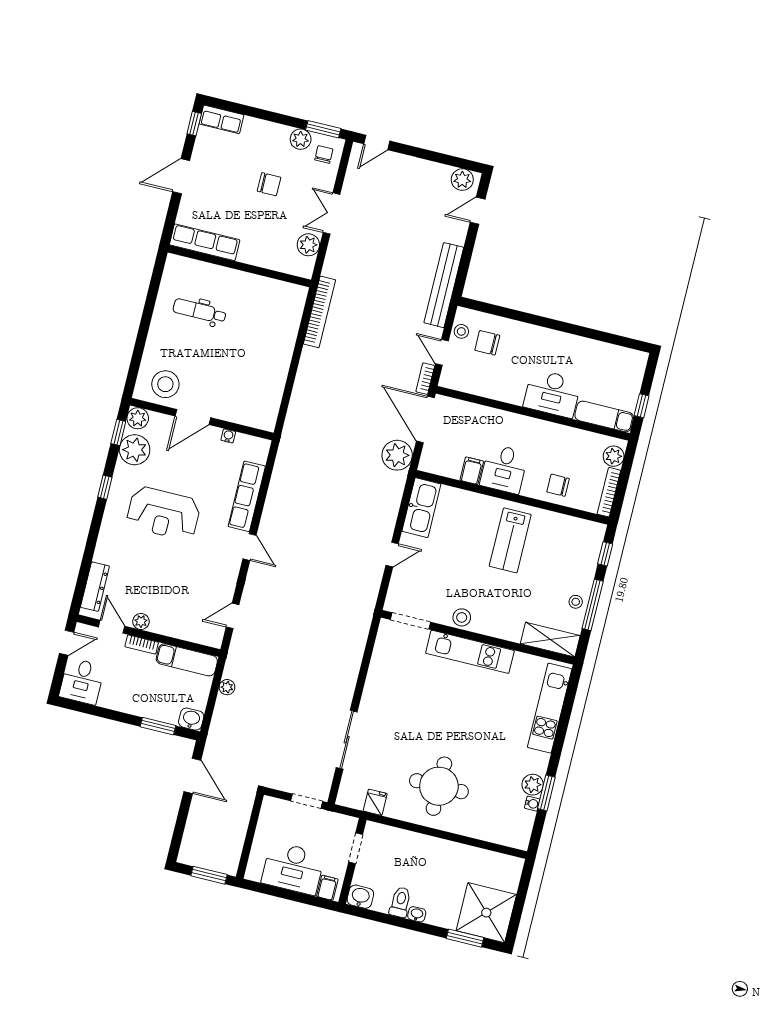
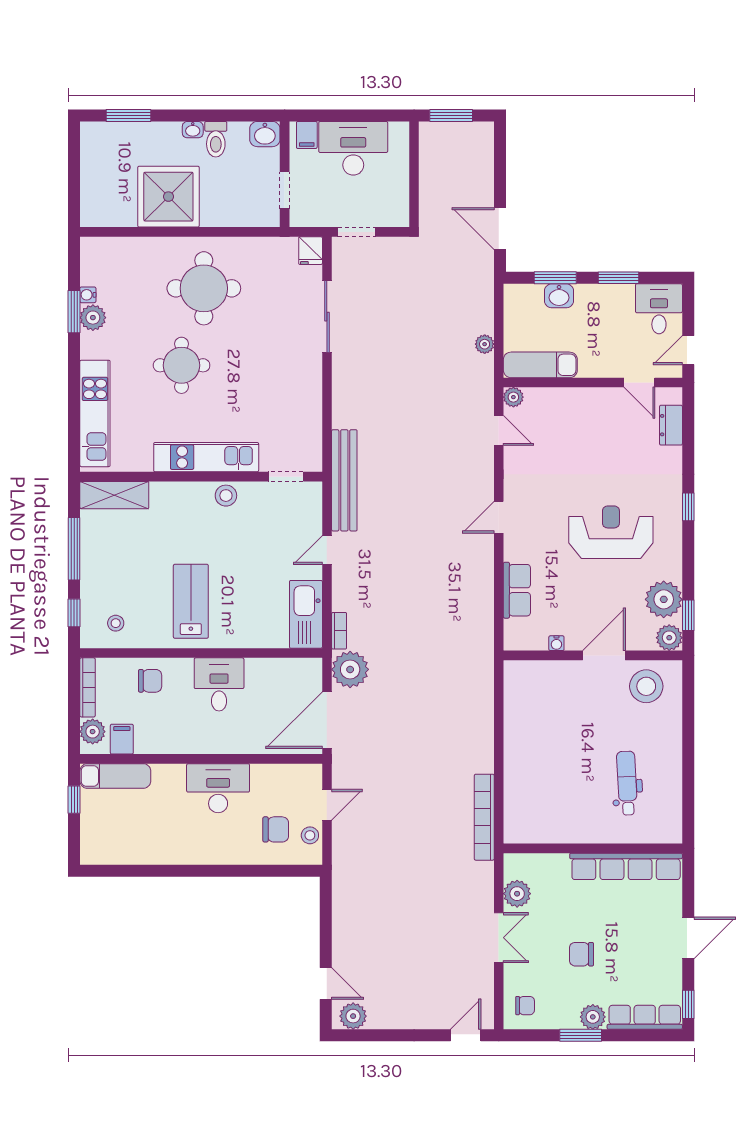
row of seats: (221, 119) -> (645, 1017), width x1.48
window: (323, 129) -> (581, 1035), moved
plant: (301, 139) -> (593, 1017), moved
chair: (324, 154) -> (525, 1006), turned -90
door: (478, 211) -> (326, 983), hinge flipped
row of seats: (205, 242) -> (626, 866), width x1.36
bench: (444, 285) -> (344, 480), moved
dental chair: (200, 311) -> (627, 783), turned -93
door: (442, 352) -> (327, 805), hinge flipped
bookcase: (425, 379) -> (339, 631), moved
desk: (552, 393) -> (218, 788), moved
door: (425, 419) -> (327, 720), swing flipped
filing cabinet: (472, 471) -> (122, 739), moved, turned 180
window: (105, 487) -> (688, 507), moved
row of seats: (247, 496) -> (517, 590), width x0.68
door: (250, 547) -> (499, 517), hinge flipped
dresser: (95, 587) -> (671, 425), width x0.70
stool: (576, 602) -> (116, 623), moved
door: (233, 616) -> (499, 430), hinge flipped
plant: (141, 621) -> (513, 397), moved
doorway: (411, 621) -> (286, 477), width x0.73
bookcase: (142, 644) -> (598, 370), removed
window: (108, 714) -> (619, 278), added
washbasin: (191, 719) -> (559, 296), moved
round table: (472, 729) -> (182, 365), added
fridge: (375, 802) -> (311, 251), moved
shower: (486, 913) -> (168, 197), moved

